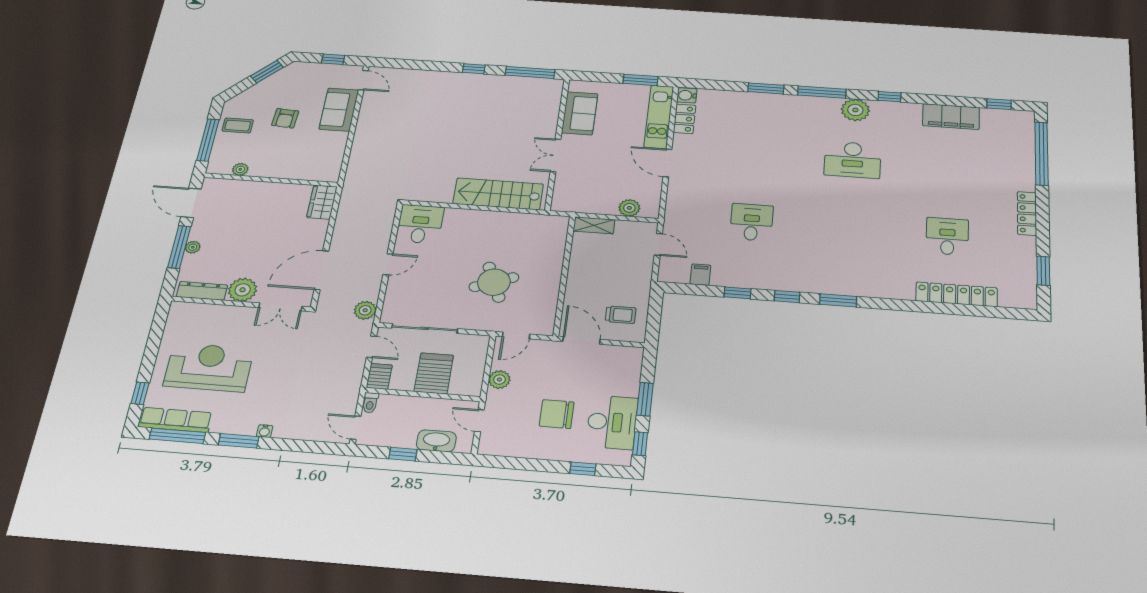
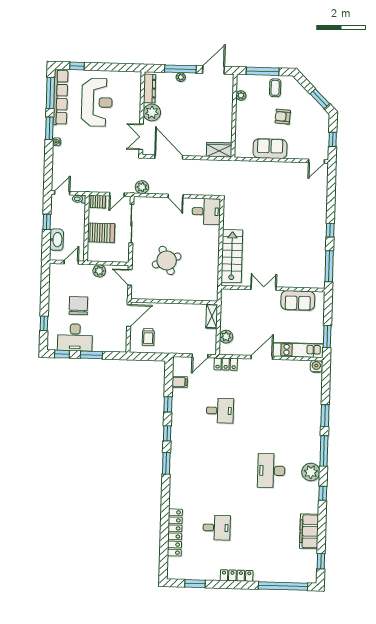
sofa: (339, 110) -> (270, 149), moved
locker: (684, 119) -> (226, 364), moved
row of seats: (175, 420) -> (60, 97), width x1.36

